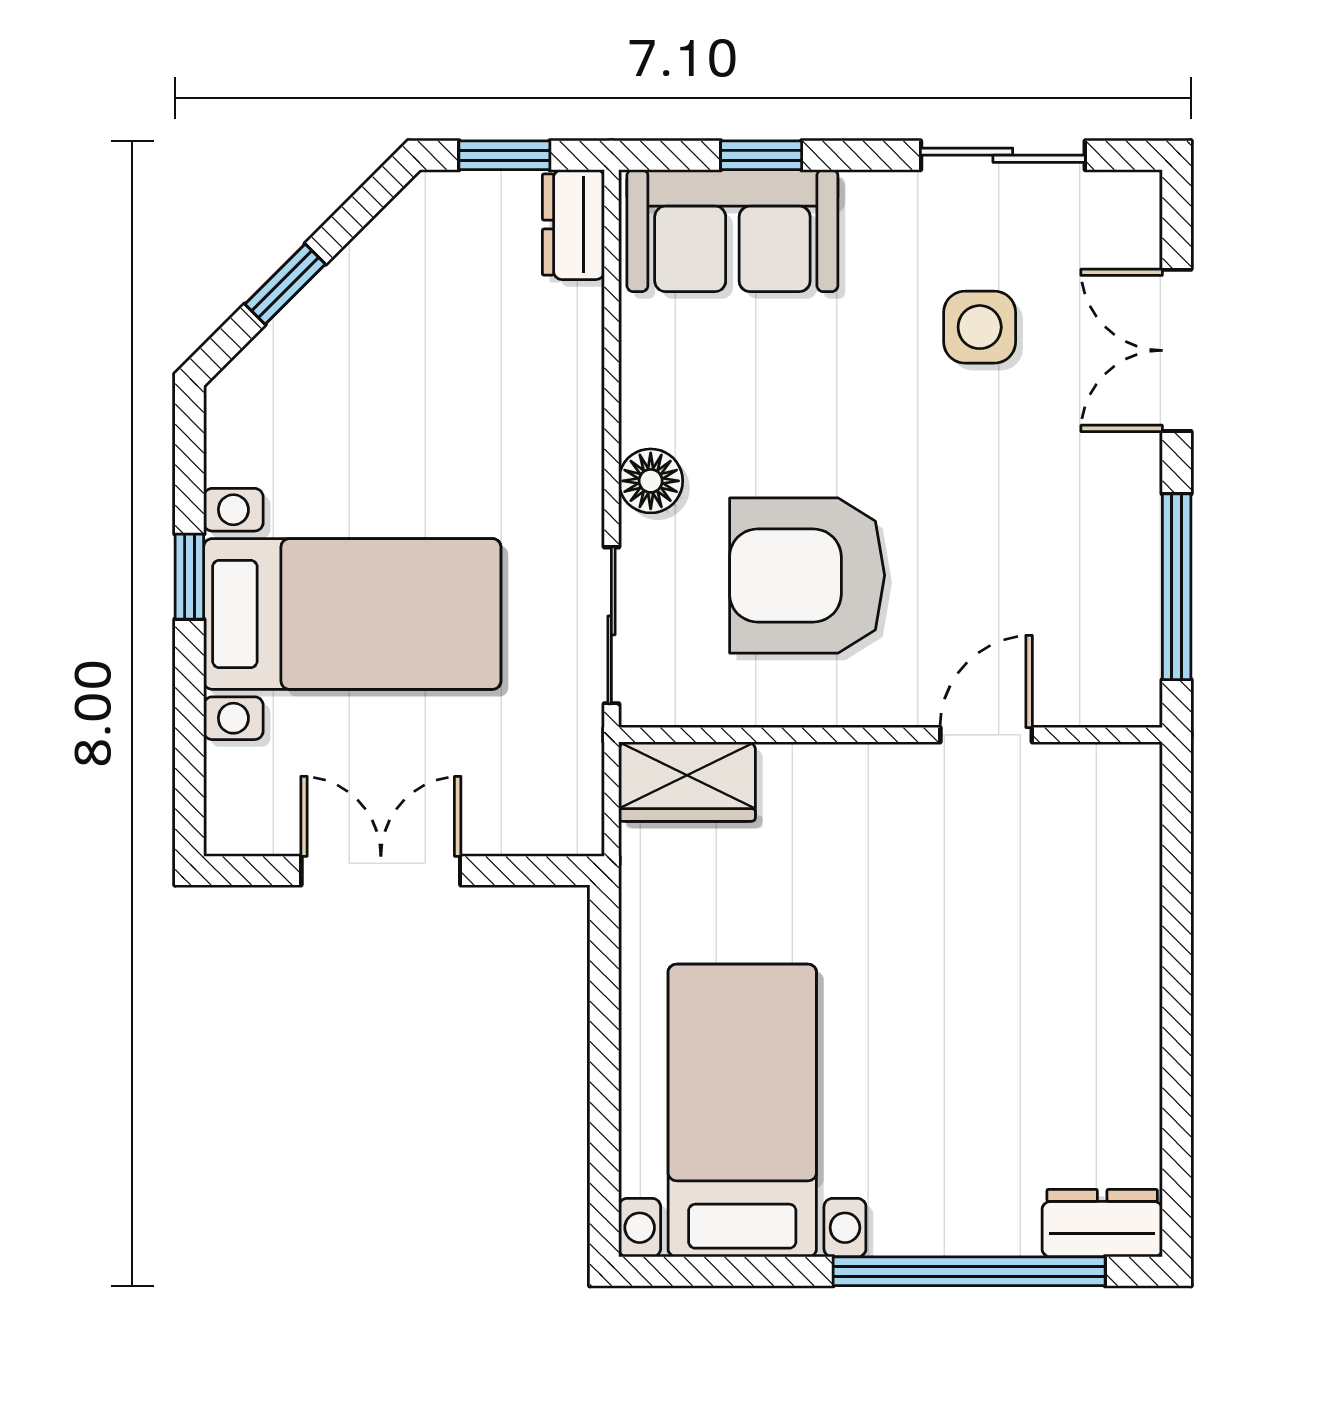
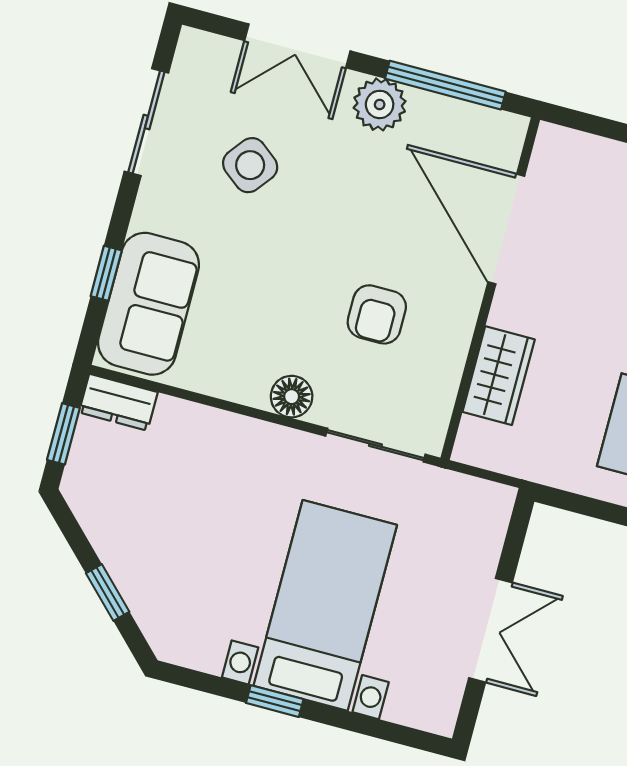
side table: (980, 327) -> (250, 165), turned 38
plant: (1122, 496) -> (380, 104), added
armchair: (807, 575) -> (377, 314), width x0.53, depth x0.53
door: (986, 735) -> (506, 229), width x1.88
wardrobe: (687, 782) -> (499, 376), moved
double door: (381, 871) -> (490, 630), swing flipped

